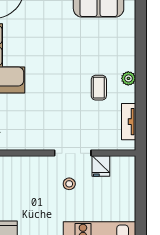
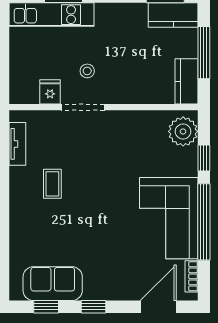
plant: (128, 78) -> (18, 195), removed

